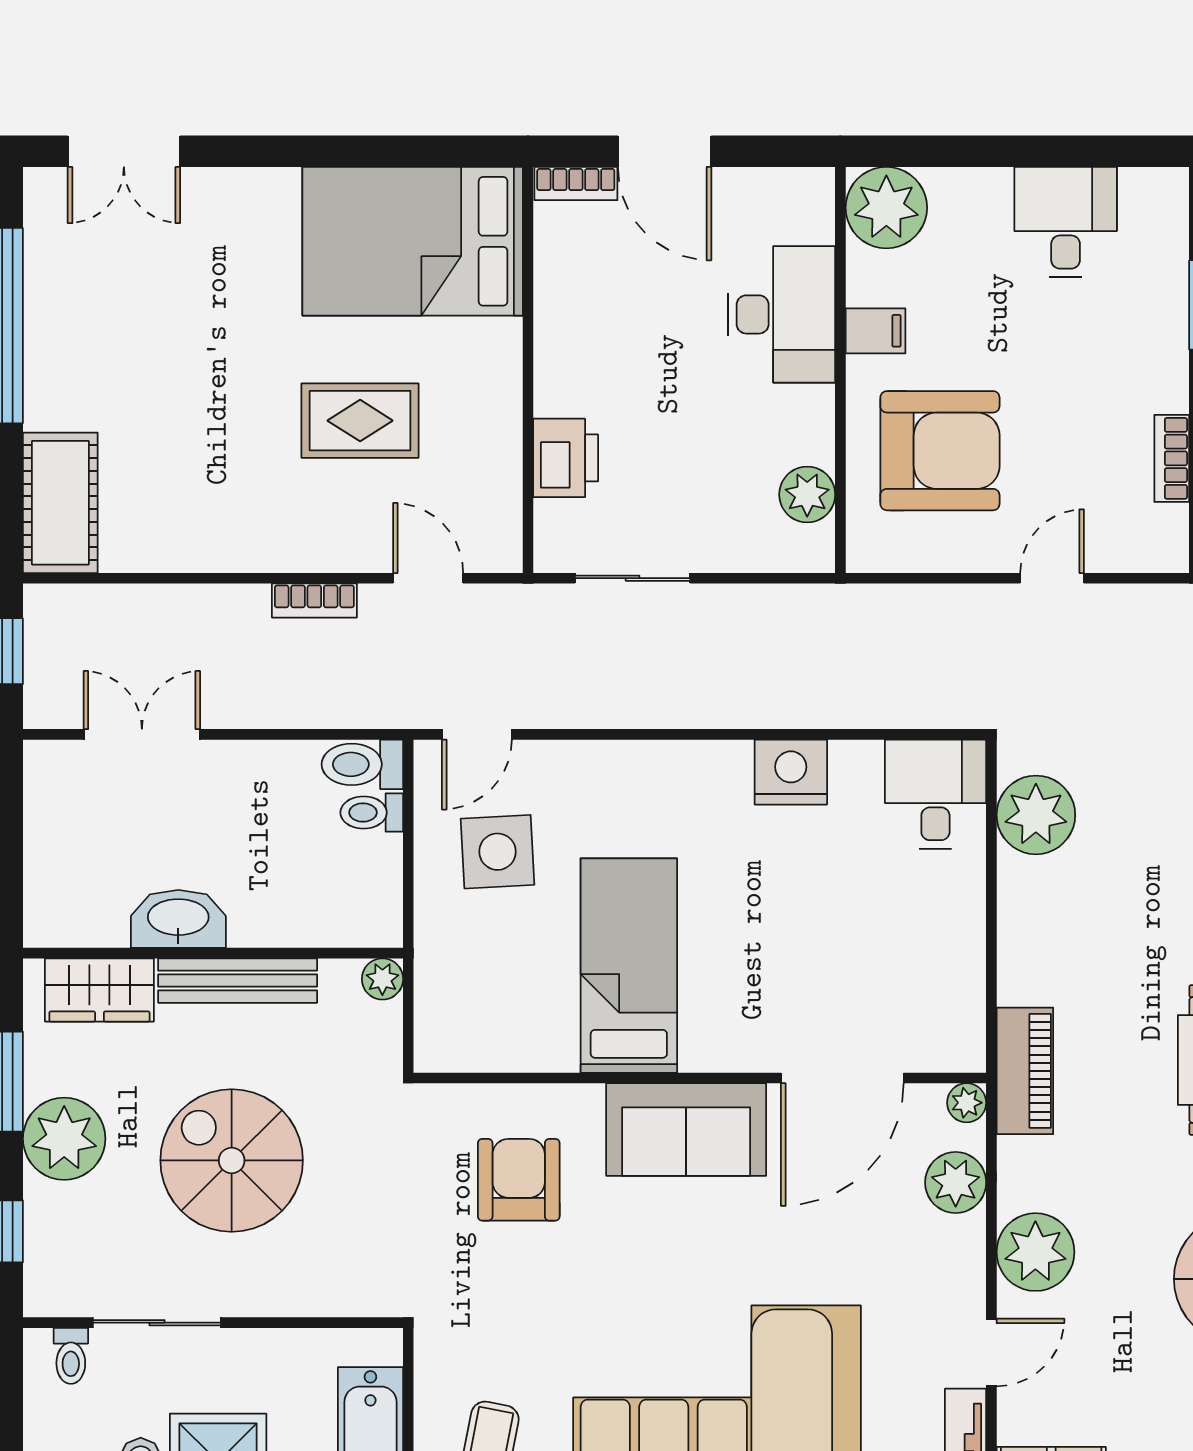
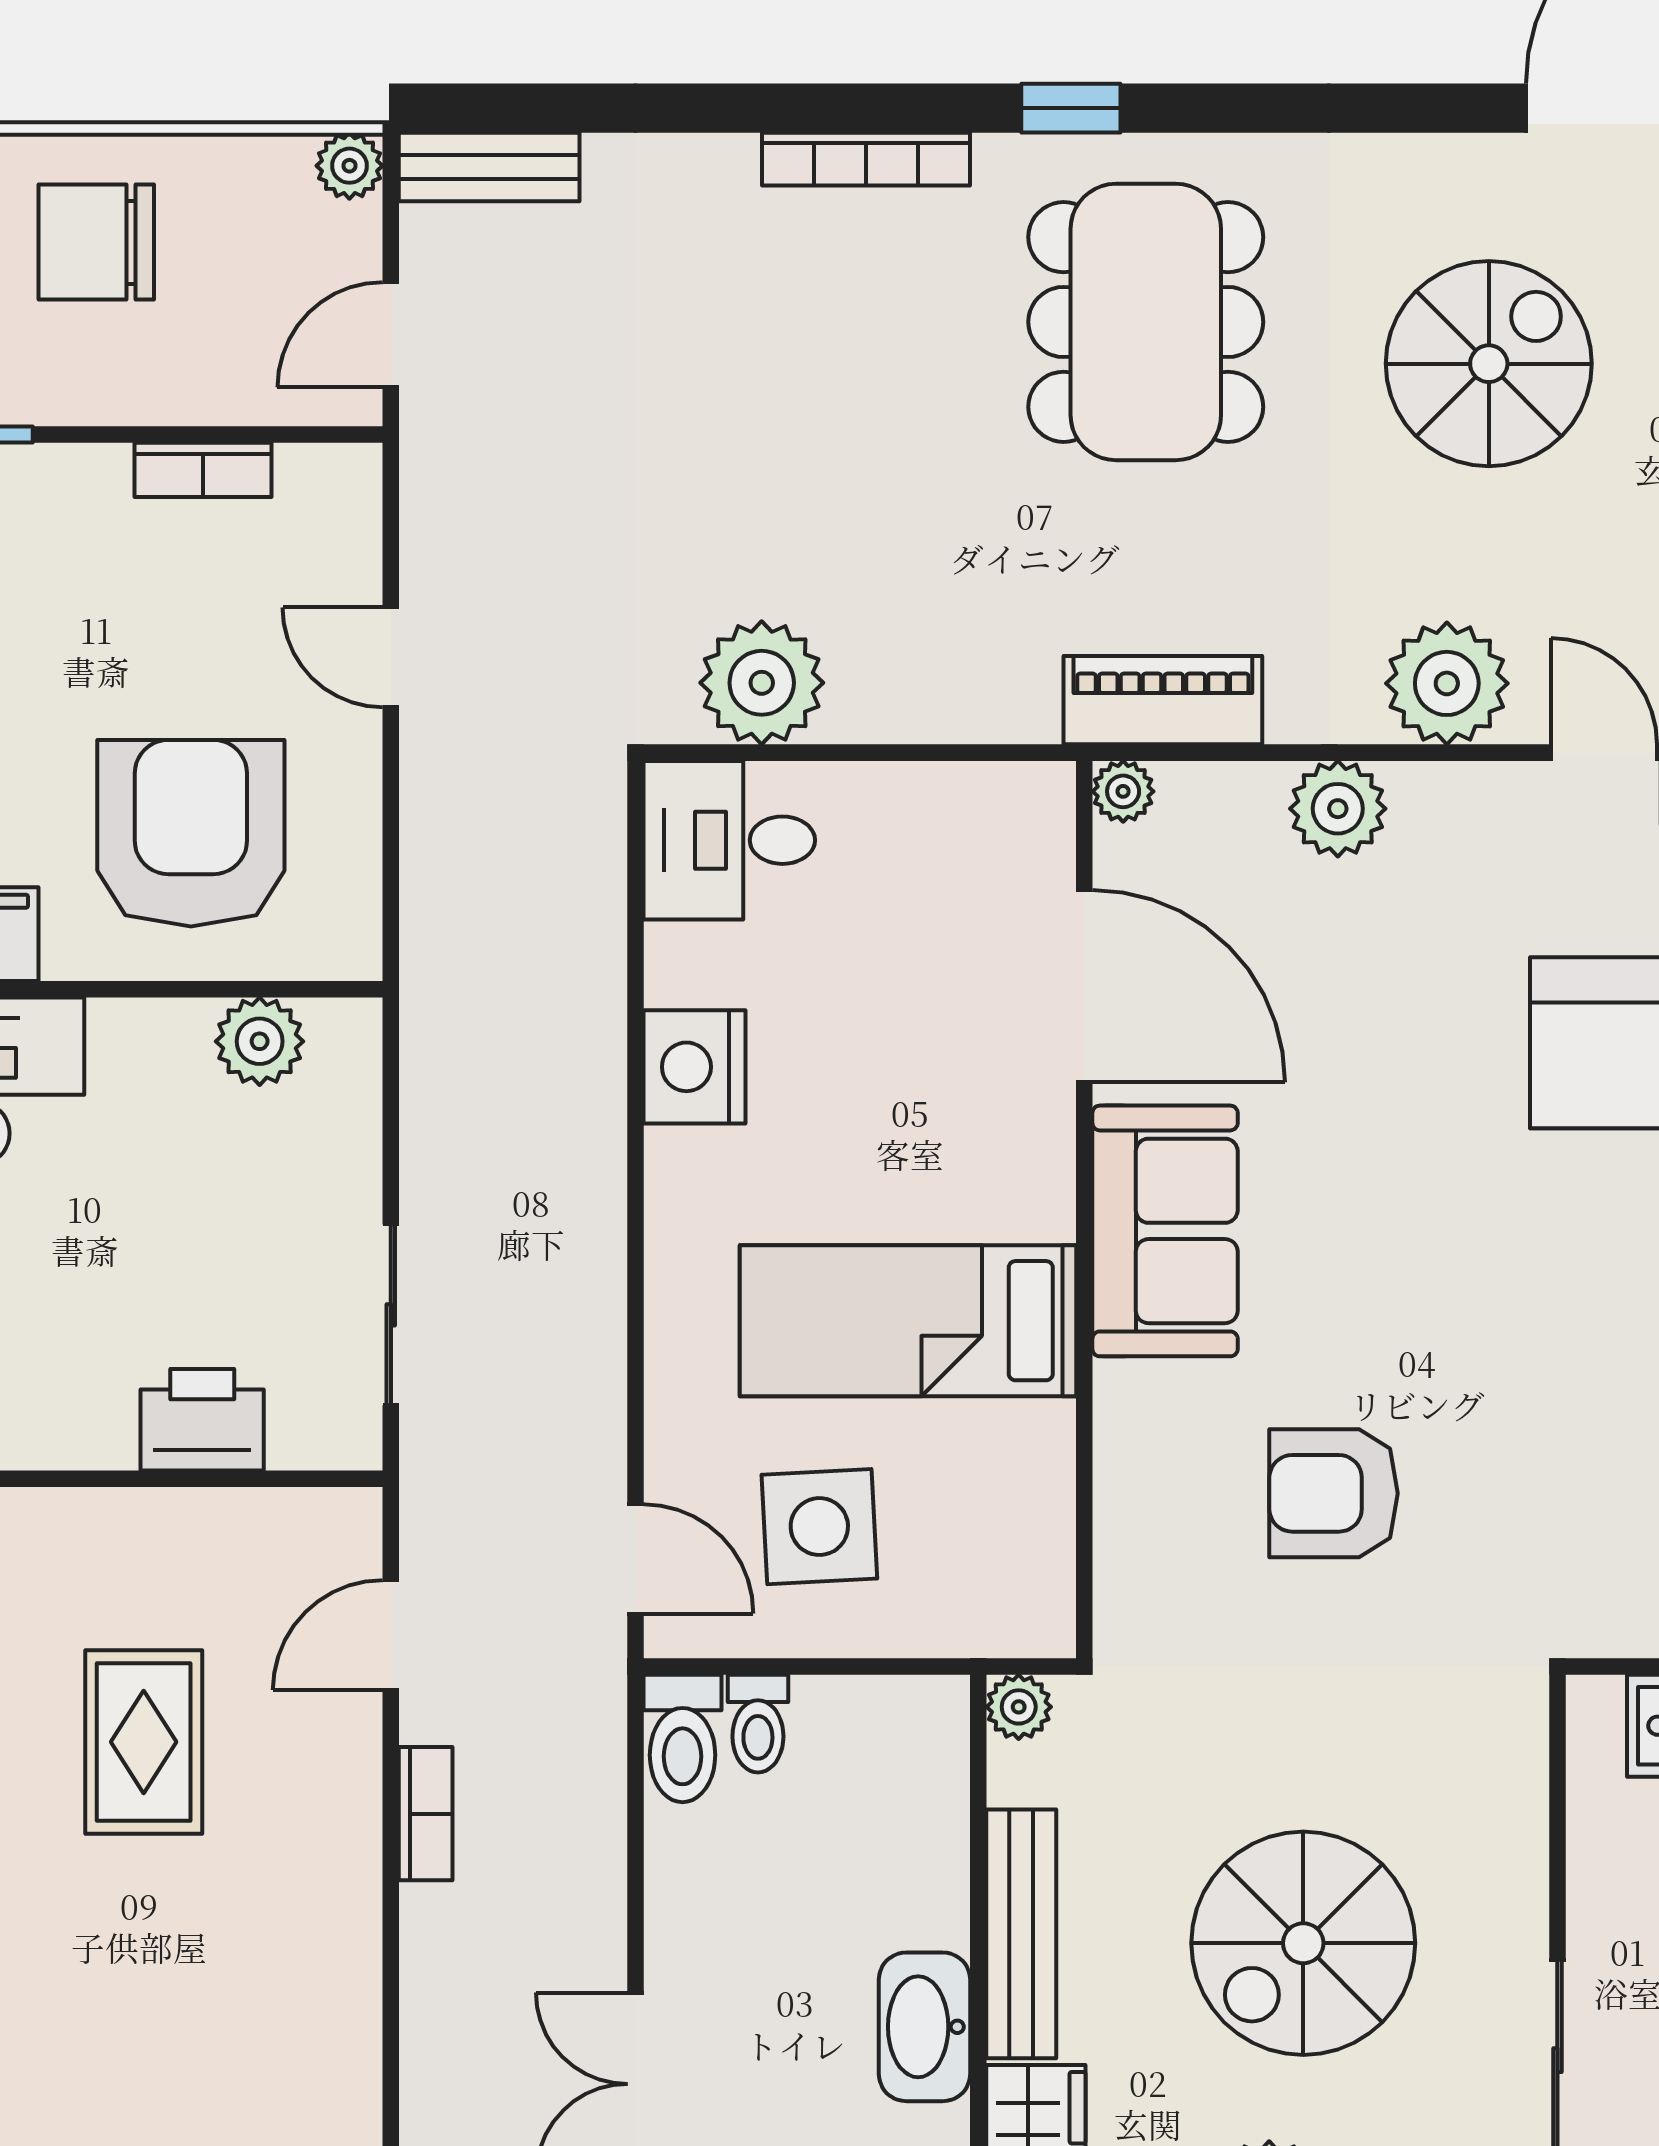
bed: (629, 966) -> (908, 1321), moved
wall: (700, 1078) -> (1084, 1210), moved
door: (842, 1078) -> (1084, 986), moved
plant: (967, 1103) -> (1123, 791), moved
sofa: (686, 1130) -> (1165, 1231), moved

